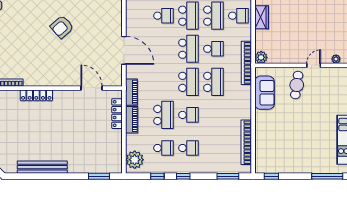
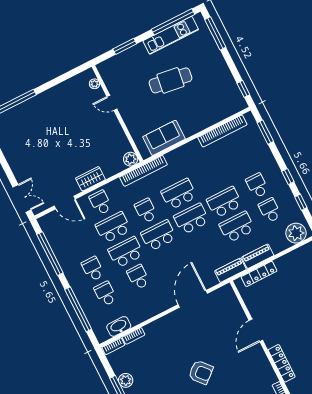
cafe table: (297, 85) -> (171, 80), moved, width x1.37, depth x1.35
door: (92, 88) -> (256, 330), moved
school desk: (188, 115) -> (224, 202), width x1.85

